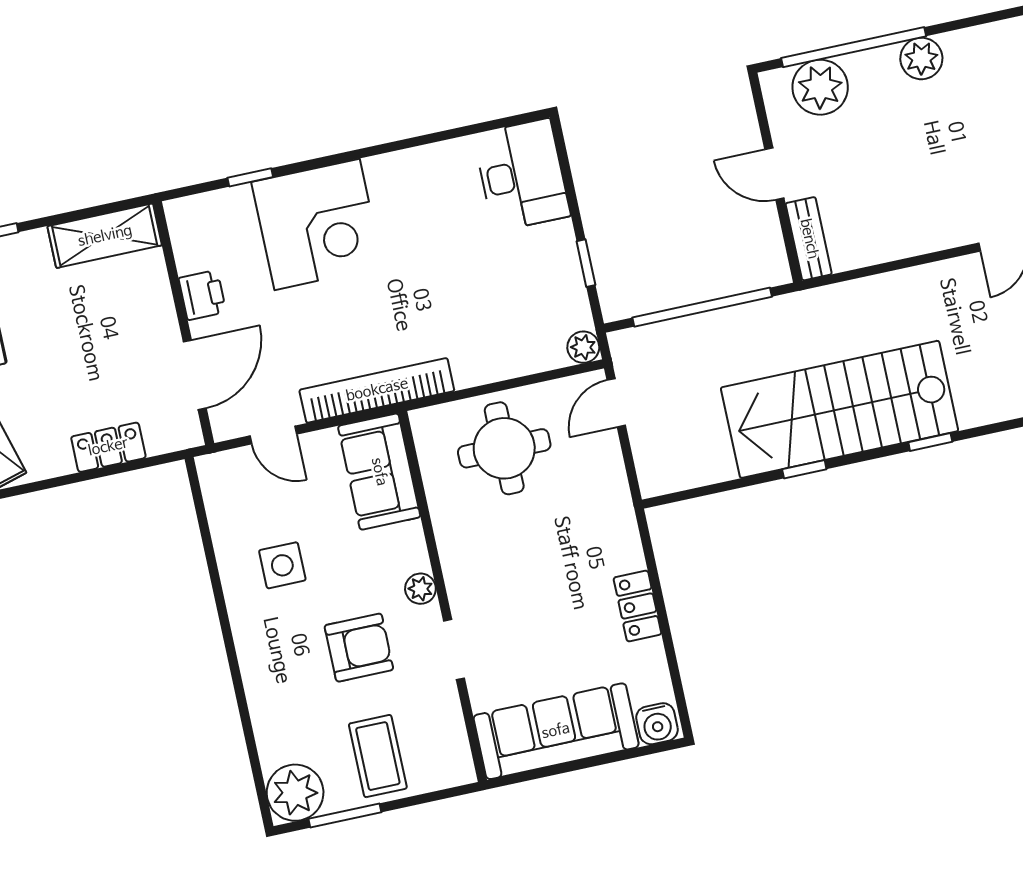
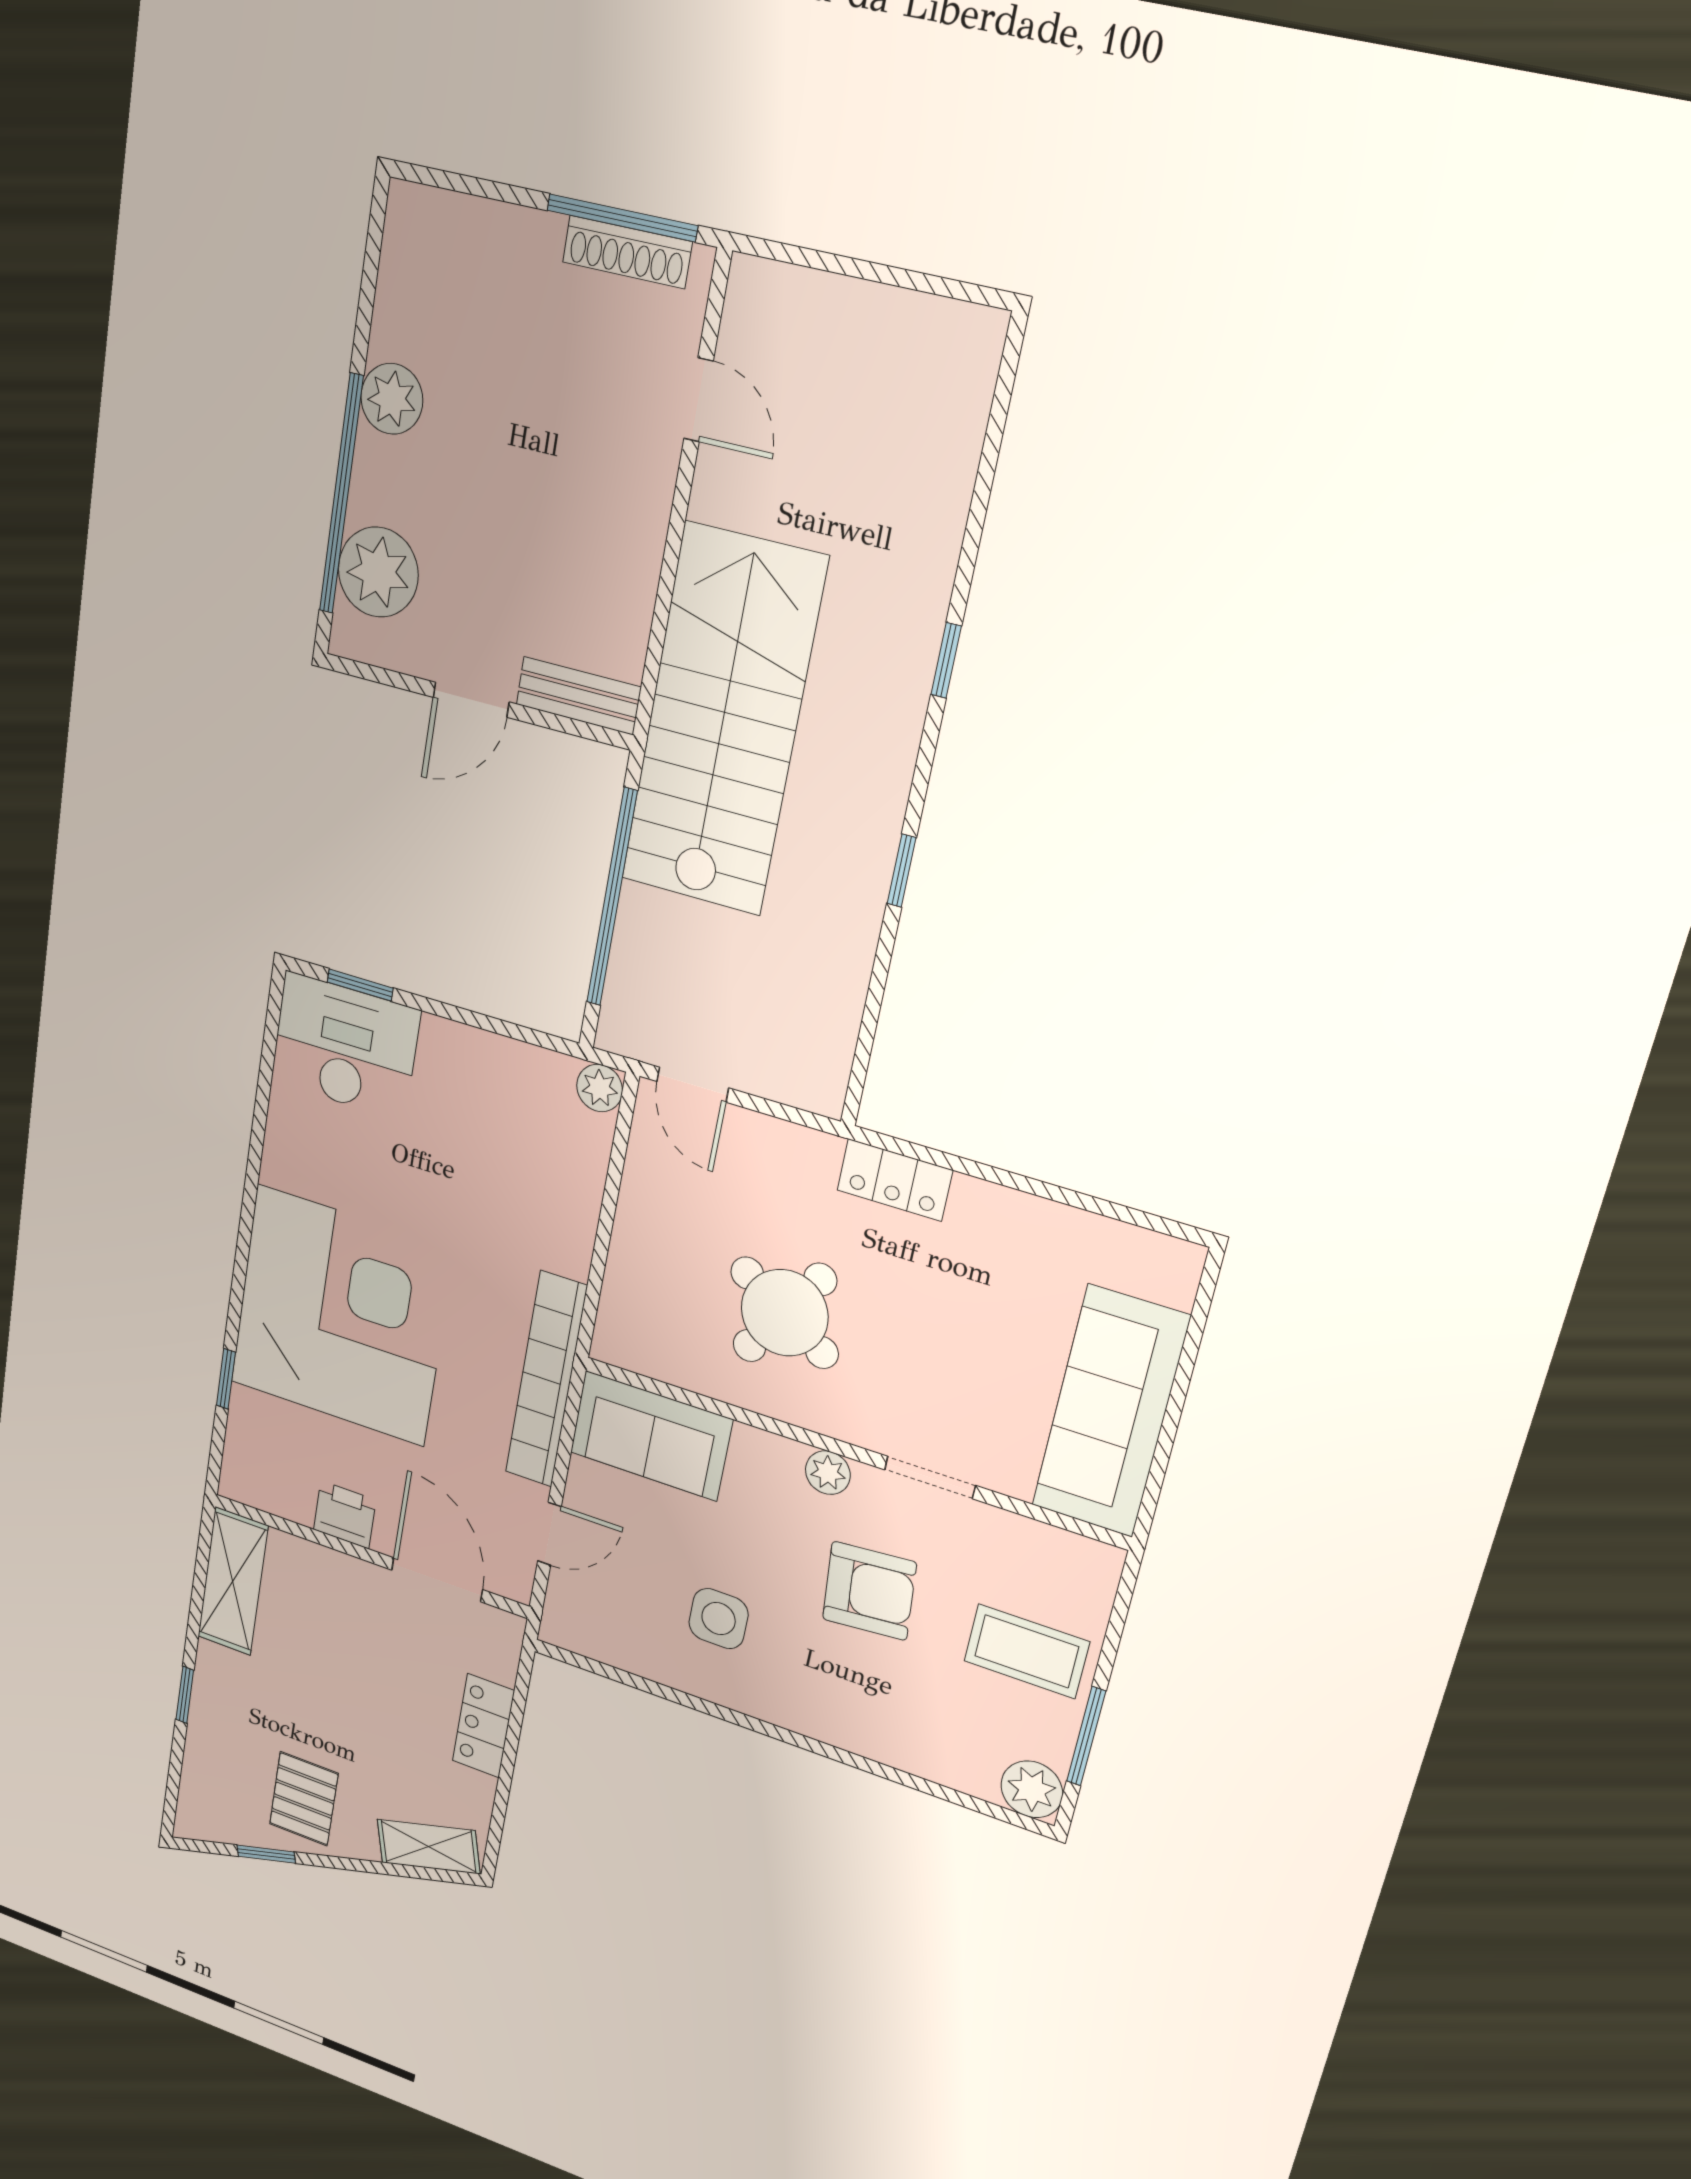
corner desk: (317, 224) -> (341, 1316), width x1.36, depth x1.36
window: (586, 263) -> (360, 985), moved
stairs: (840, 409) -> (723, 721), moved, turned 180
round table: (504, 448) -> (785, 1313), moved, turned 32
locker: (637, 606) -> (895, 1180), moved
armchair: (359, 648) -> (869, 1591), turned 85
water cooler: (657, 724) -> (1170, 1273), removed
plant: (295, 793) -> (1032, 1789), width x0.73, depth x0.73

